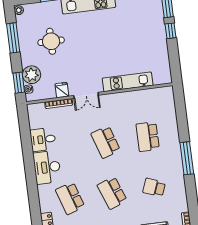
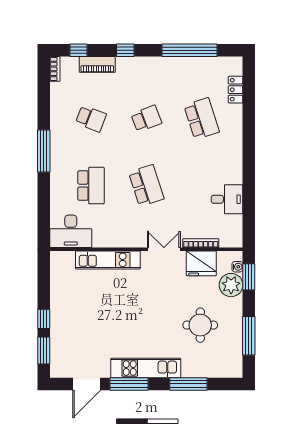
plant: (19, 10) -> (237, 371), removed
fridge: (62, 90) -> (201, 263), width x1.88, depth x1.34
desk: (47, 167) -> (71, 231), moved, turned 90
school desk: (112, 193) -> (146, 119), width x0.54

